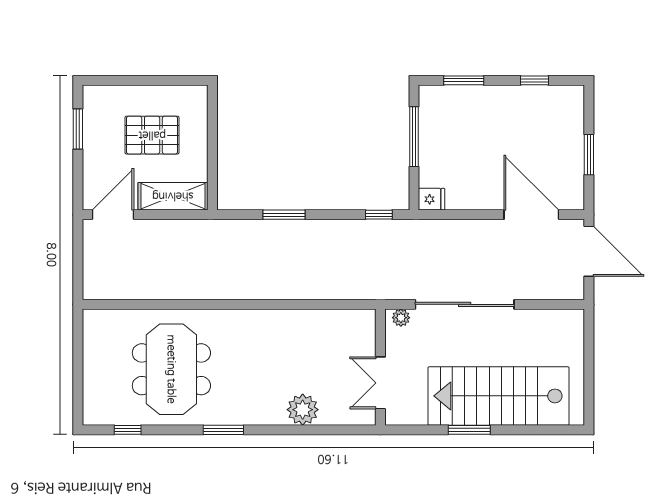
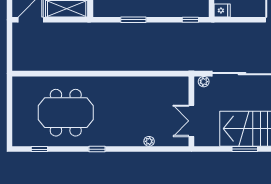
meeting table: (171, 369) -> (66, 113), turned 90
plant: (303, 410) -> (149, 141), width x0.53, depth x0.53
window: (223, 430) -> (97, 149), width x0.67

